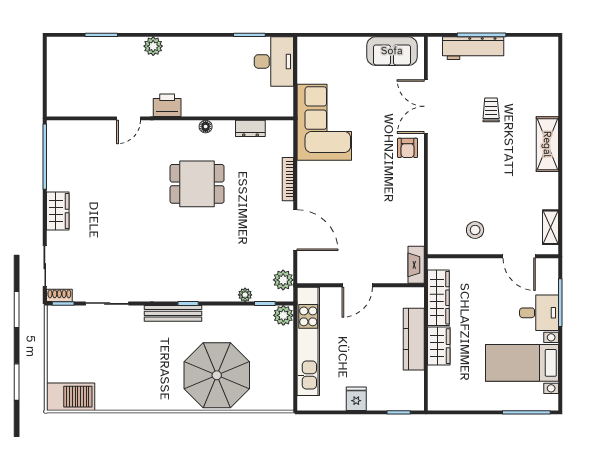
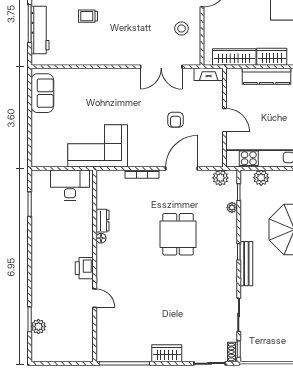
plant: (153, 46) -> (38, 326), moved
desk: (274, 61) -> (70, 185), moved
double door: (426, 106) -> (161, 67), moved
dresser: (250, 128) -> (102, 221), moved
armchair: (408, 148) -> (175, 120), moved, turned 90
dining table: (197, 184) -> (178, 234), moved
plant: (283, 315) -> (261, 178), moved

